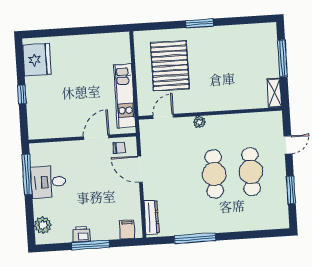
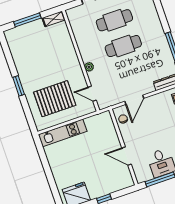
kitchen unit: (125, 96) -> (63, 133), moved
door: (96, 137) -> (127, 156), moved

